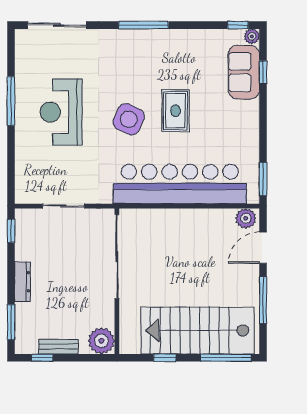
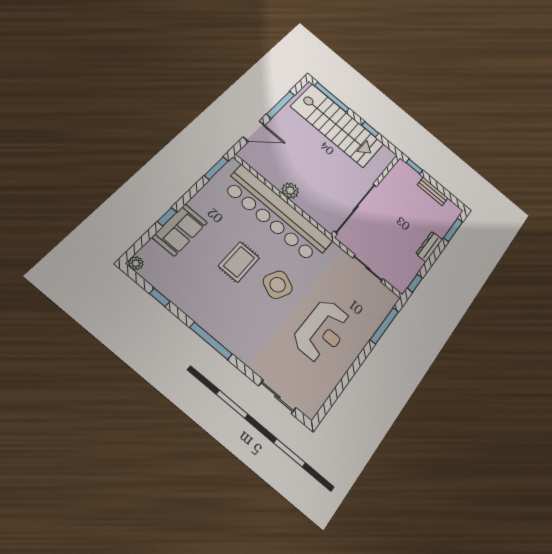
sliding door: (57, 25) -> (277, 397), width x0.73
window: (238, 25) -> (160, 297), moved
sofa: (244, 72) -> (180, 230), moved
window: (263, 72) -> (167, 217), moved
window: (11, 101) -> (385, 326), moved
plant: (246, 218) -> (290, 191), moved
plant: (101, 341) -> (403, 171), removed
window: (42, 358) -> (414, 166), moved

